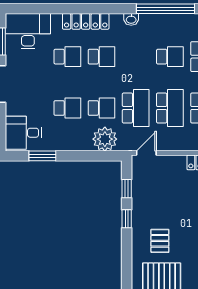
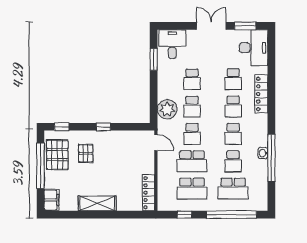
washbasin: (131, 19) -> (263, 153), moved
school desk: (136, 57) -> (233, 134), added
school desk: (136, 108) -> (192, 134), width x0.54
window: (127, 189) -> (62, 127), moved
pallet: (160, 241) -> (86, 153), turned 90

